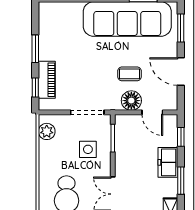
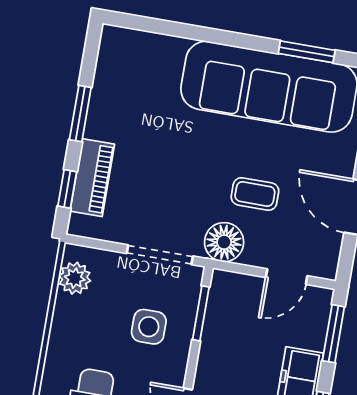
floor lamp: (131, 101) -> (224, 242), moved
door: (152, 112) -> (287, 277), hinge flipped
window: (181, 137) -> (333, 334), width x1.50

